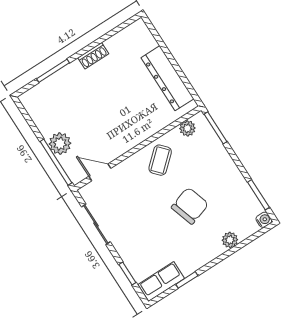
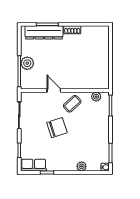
dresser: (167, 78) -> (44, 32), moved, turned -90
door: (100, 172) -> (54, 90), moved
chair: (190, 206) -> (57, 128), moved

